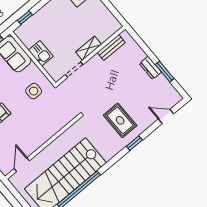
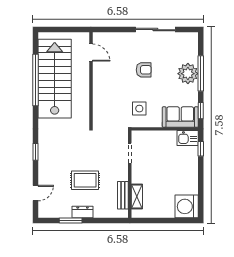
shelving: (88, 48) -> (137, 197), moved
kitchen sink: (41, 53) -> (188, 138), moved
rug: (120, 120) -> (85, 180), moved

